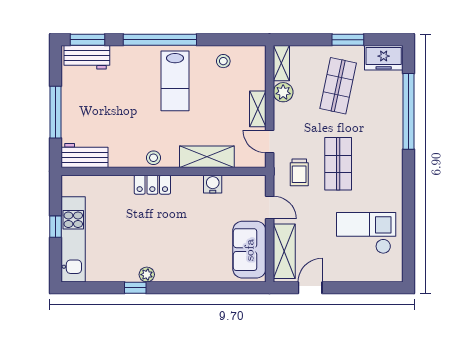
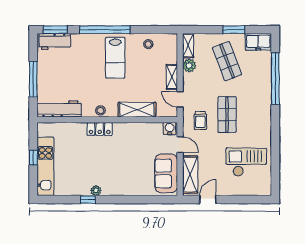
shop shelf: (338, 86) -> (227, 61), turned -33
workbench: (85, 155) -> (59, 109), width x1.38
water cooler: (213, 184) -> (170, 129), moved

